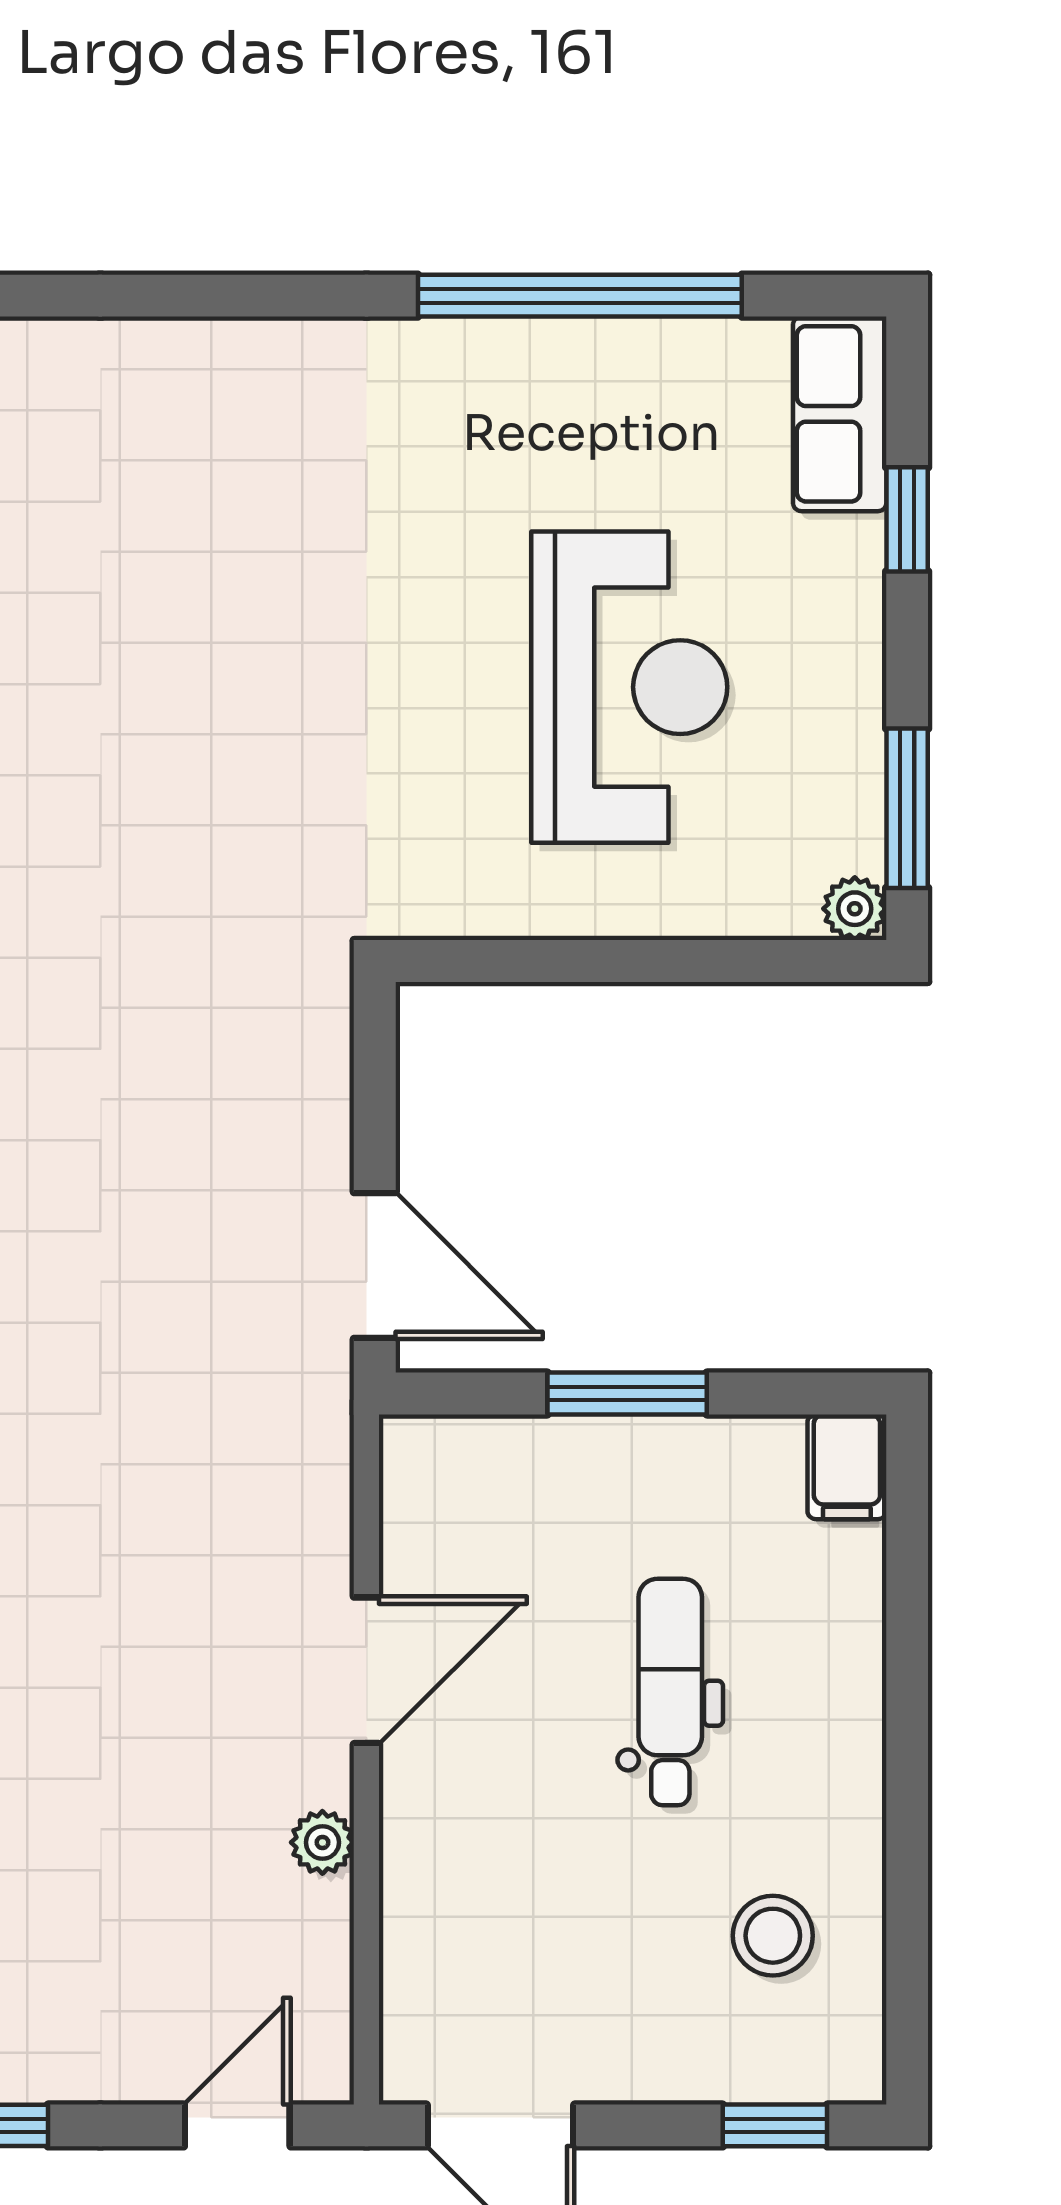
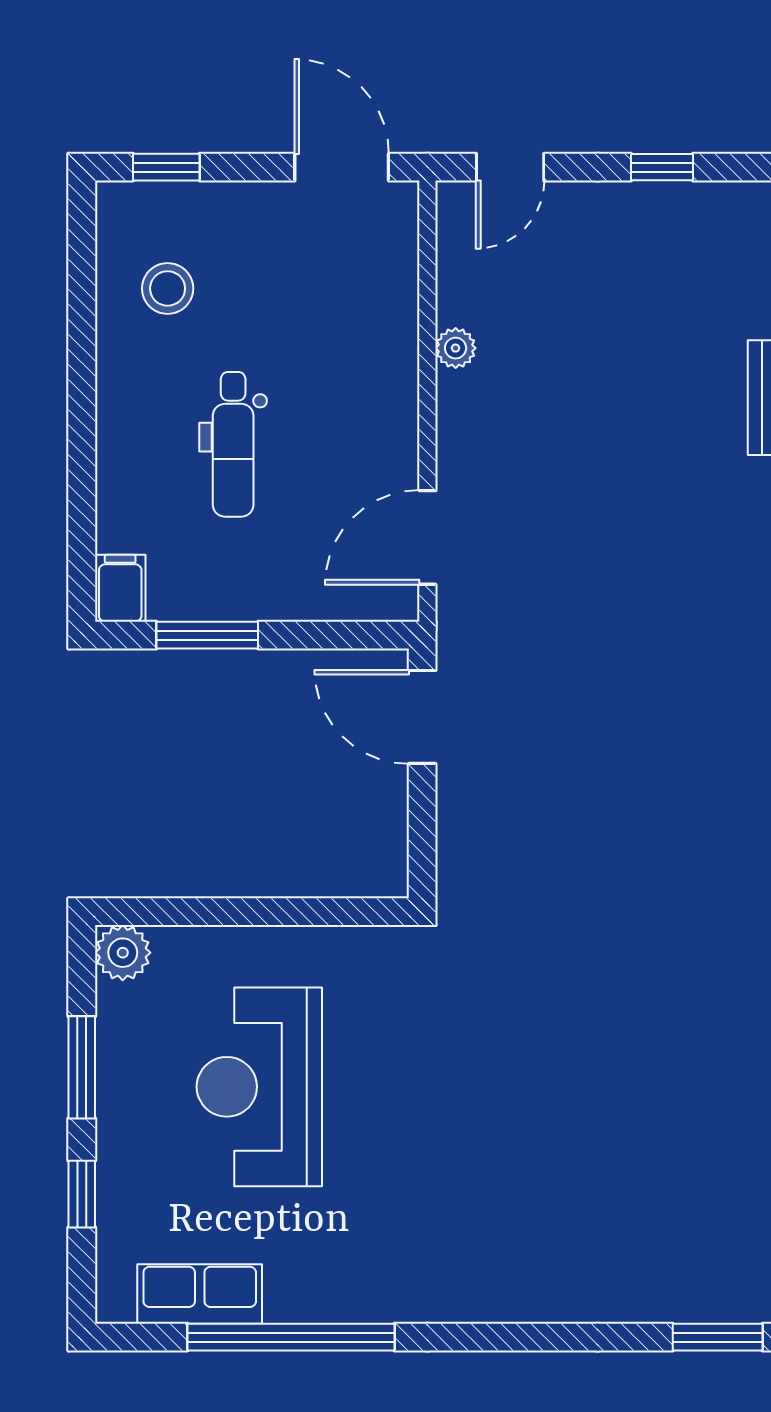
row of seats: (840, 414) -> (200, 1294), moved, turned -90
window: (907, 808) -> (82, 1067), moved
plant: (855, 909) -> (123, 953), width x1.38, depth x1.38
window: (627, 1394) -> (207, 635), moved
door: (366, 1670) -> (427, 537), moved

